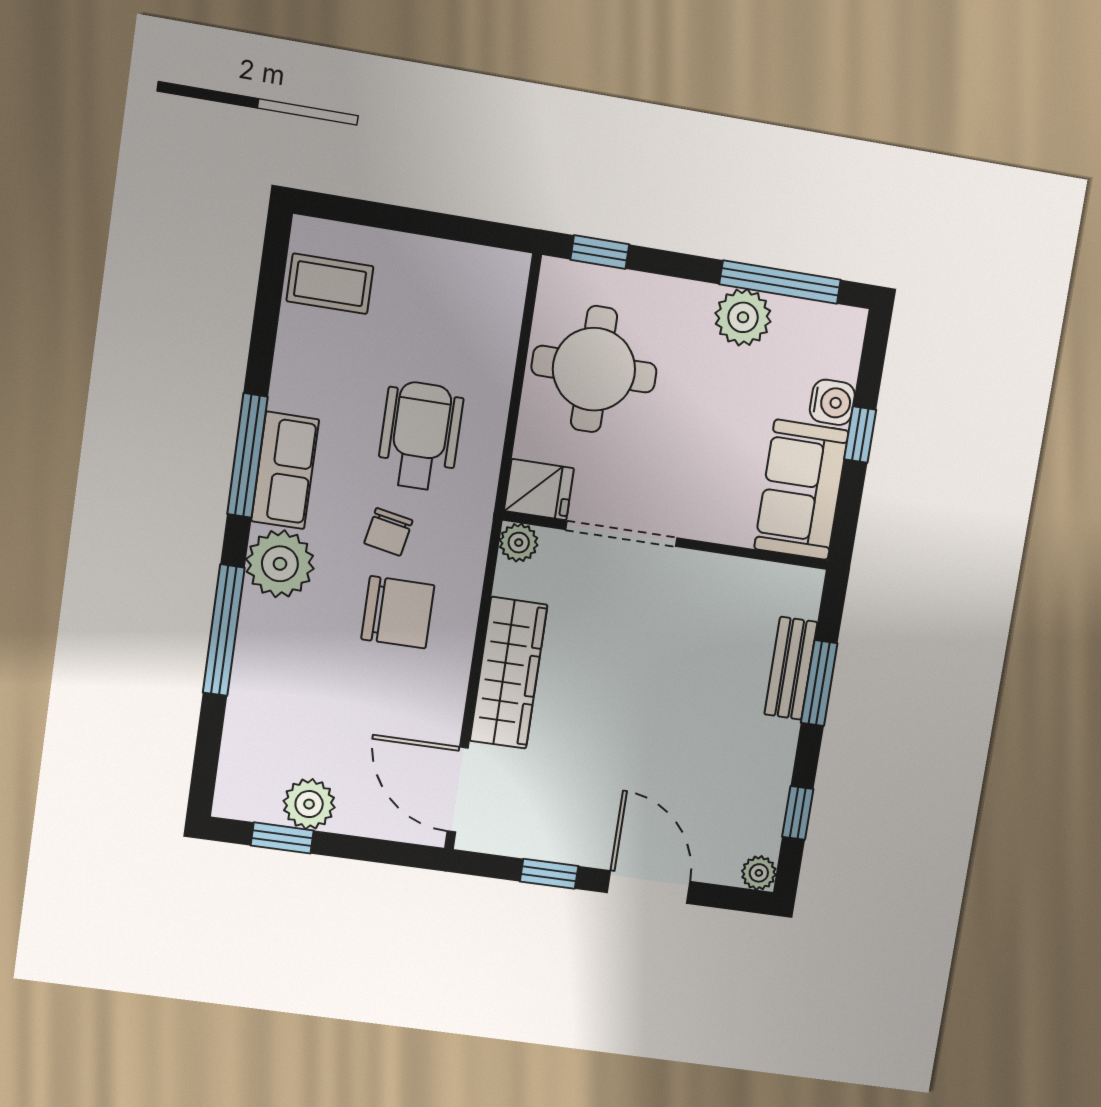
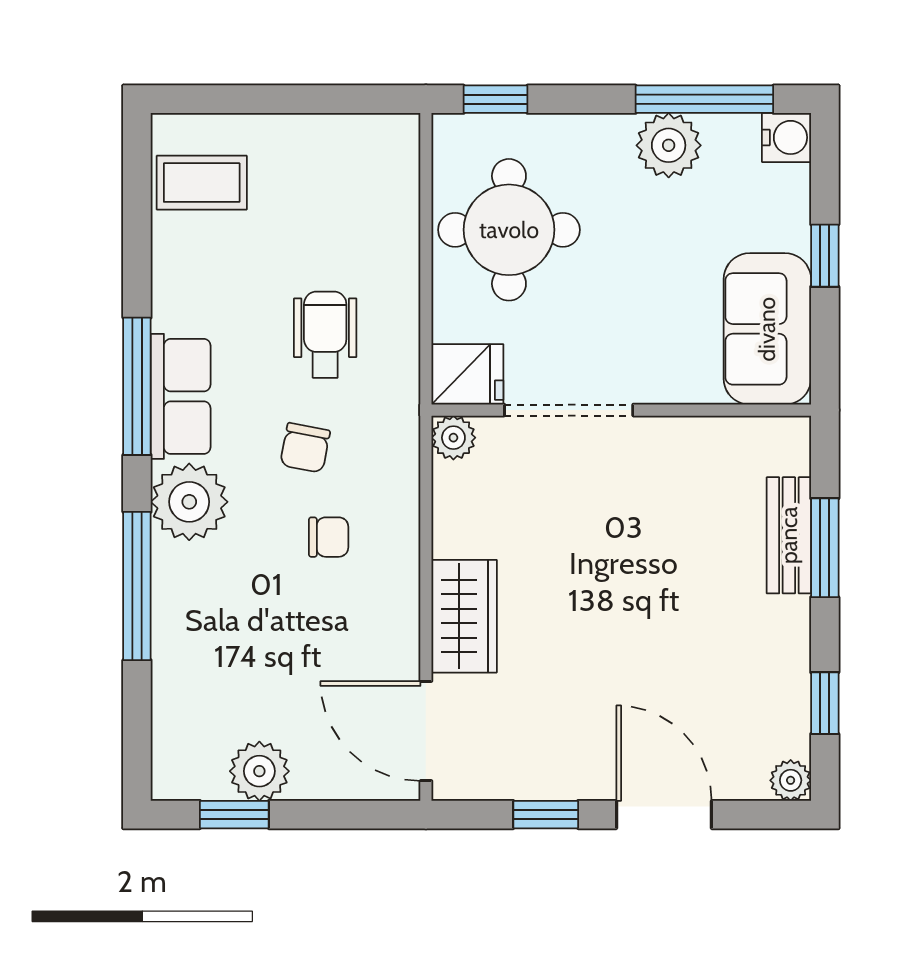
water cooler: (832, 402) -> (787, 137), moved
wheelchair: (420, 436) -> (325, 335), width x0.73, depth x0.73
chair: (398, 612) -> (329, 537), width x0.54, depth x0.54
wardrobe: (509, 673) -> (464, 616), width x0.67

